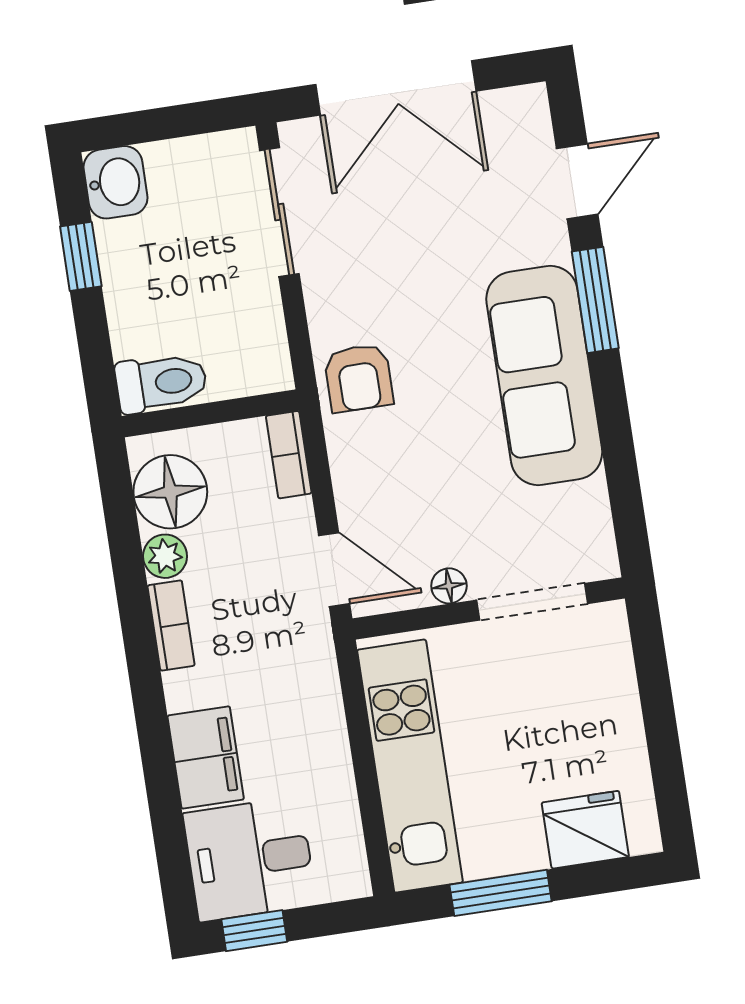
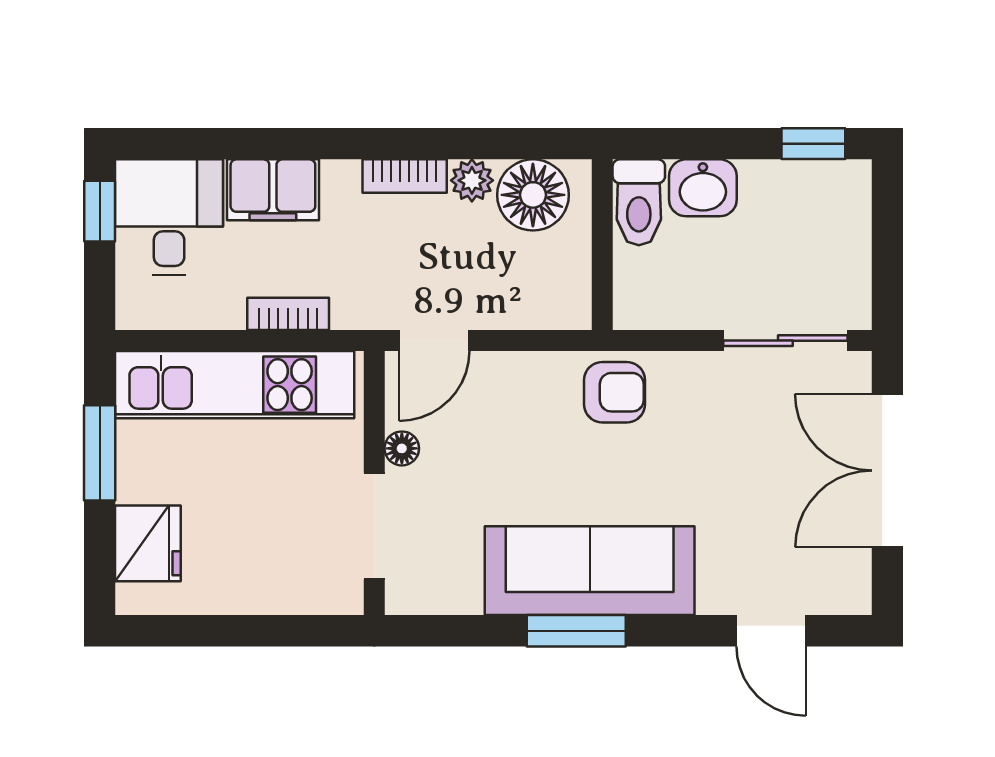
washbasin: (116, 182) -> (703, 188), moved
window: (81, 256) -> (813, 144), moved
window: (595, 300) -> (576, 631), moved
armchair: (359, 378) -> (614, 392), turned 180
bookcase: (289, 455) -> (288, 314), moved

